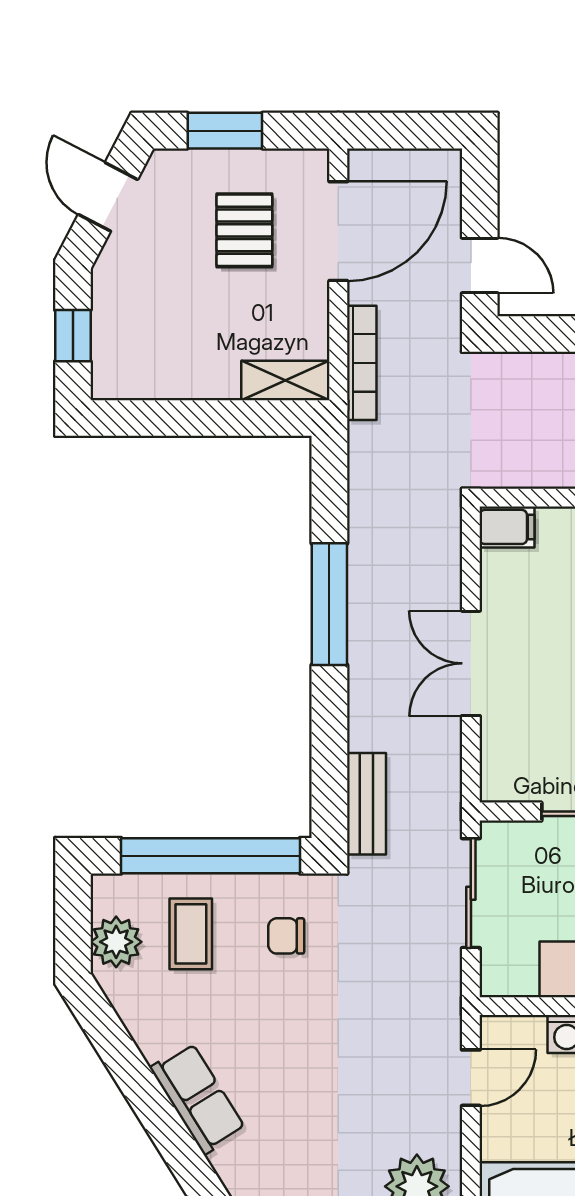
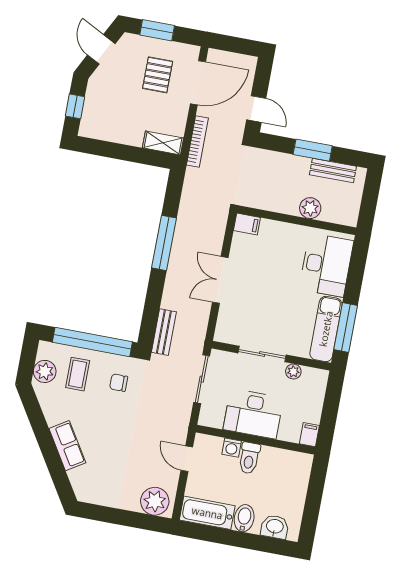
door: (471, 1078) -> (187, 459), swing flipped

